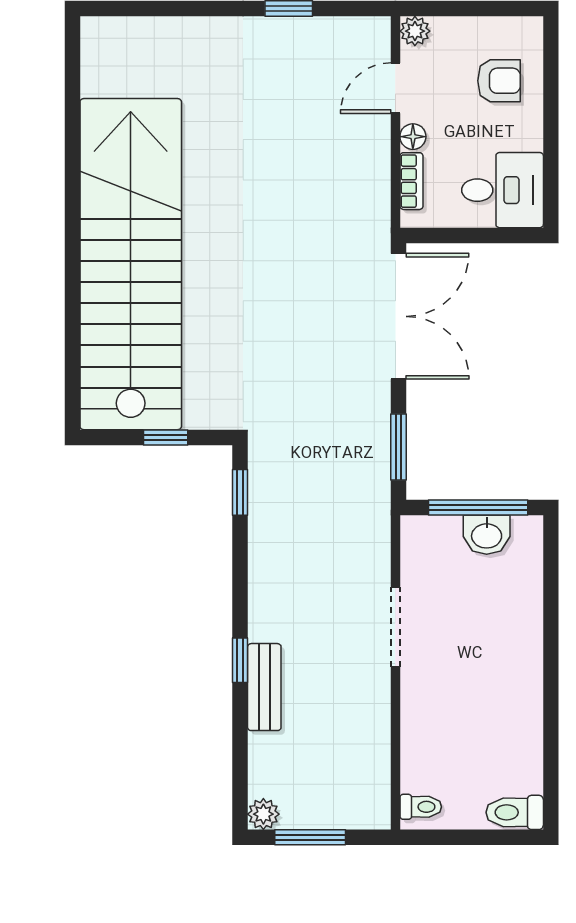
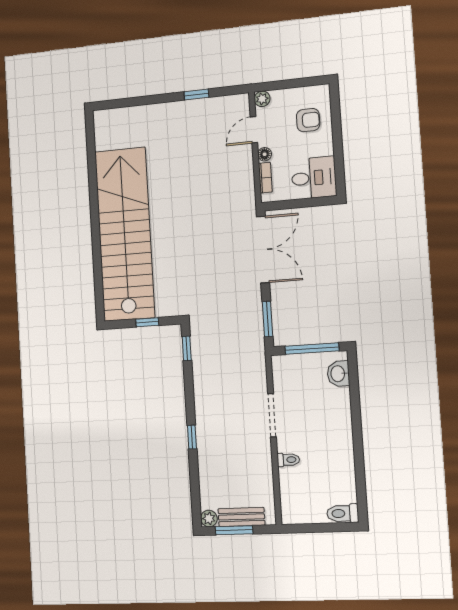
washbasin: (487, 535) -> (338, 374), moved, turned 90
bench: (264, 687) -> (241, 517), moved, turned 90
toilet: (421, 807) -> (288, 460), moved

